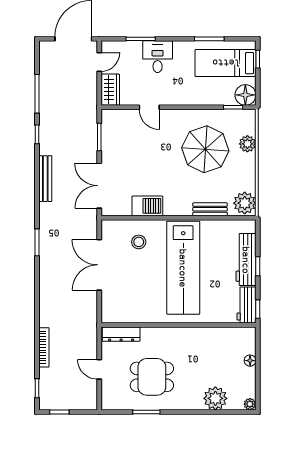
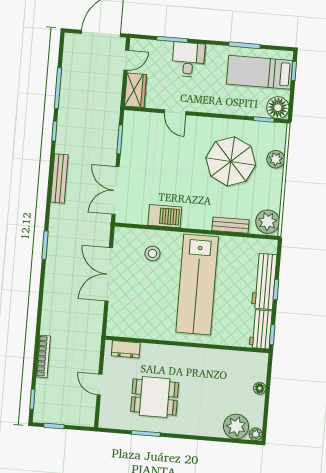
dresser: (121, 334) -> (126, 349), width x0.70
plant: (215, 398) -> (236, 426), moved

